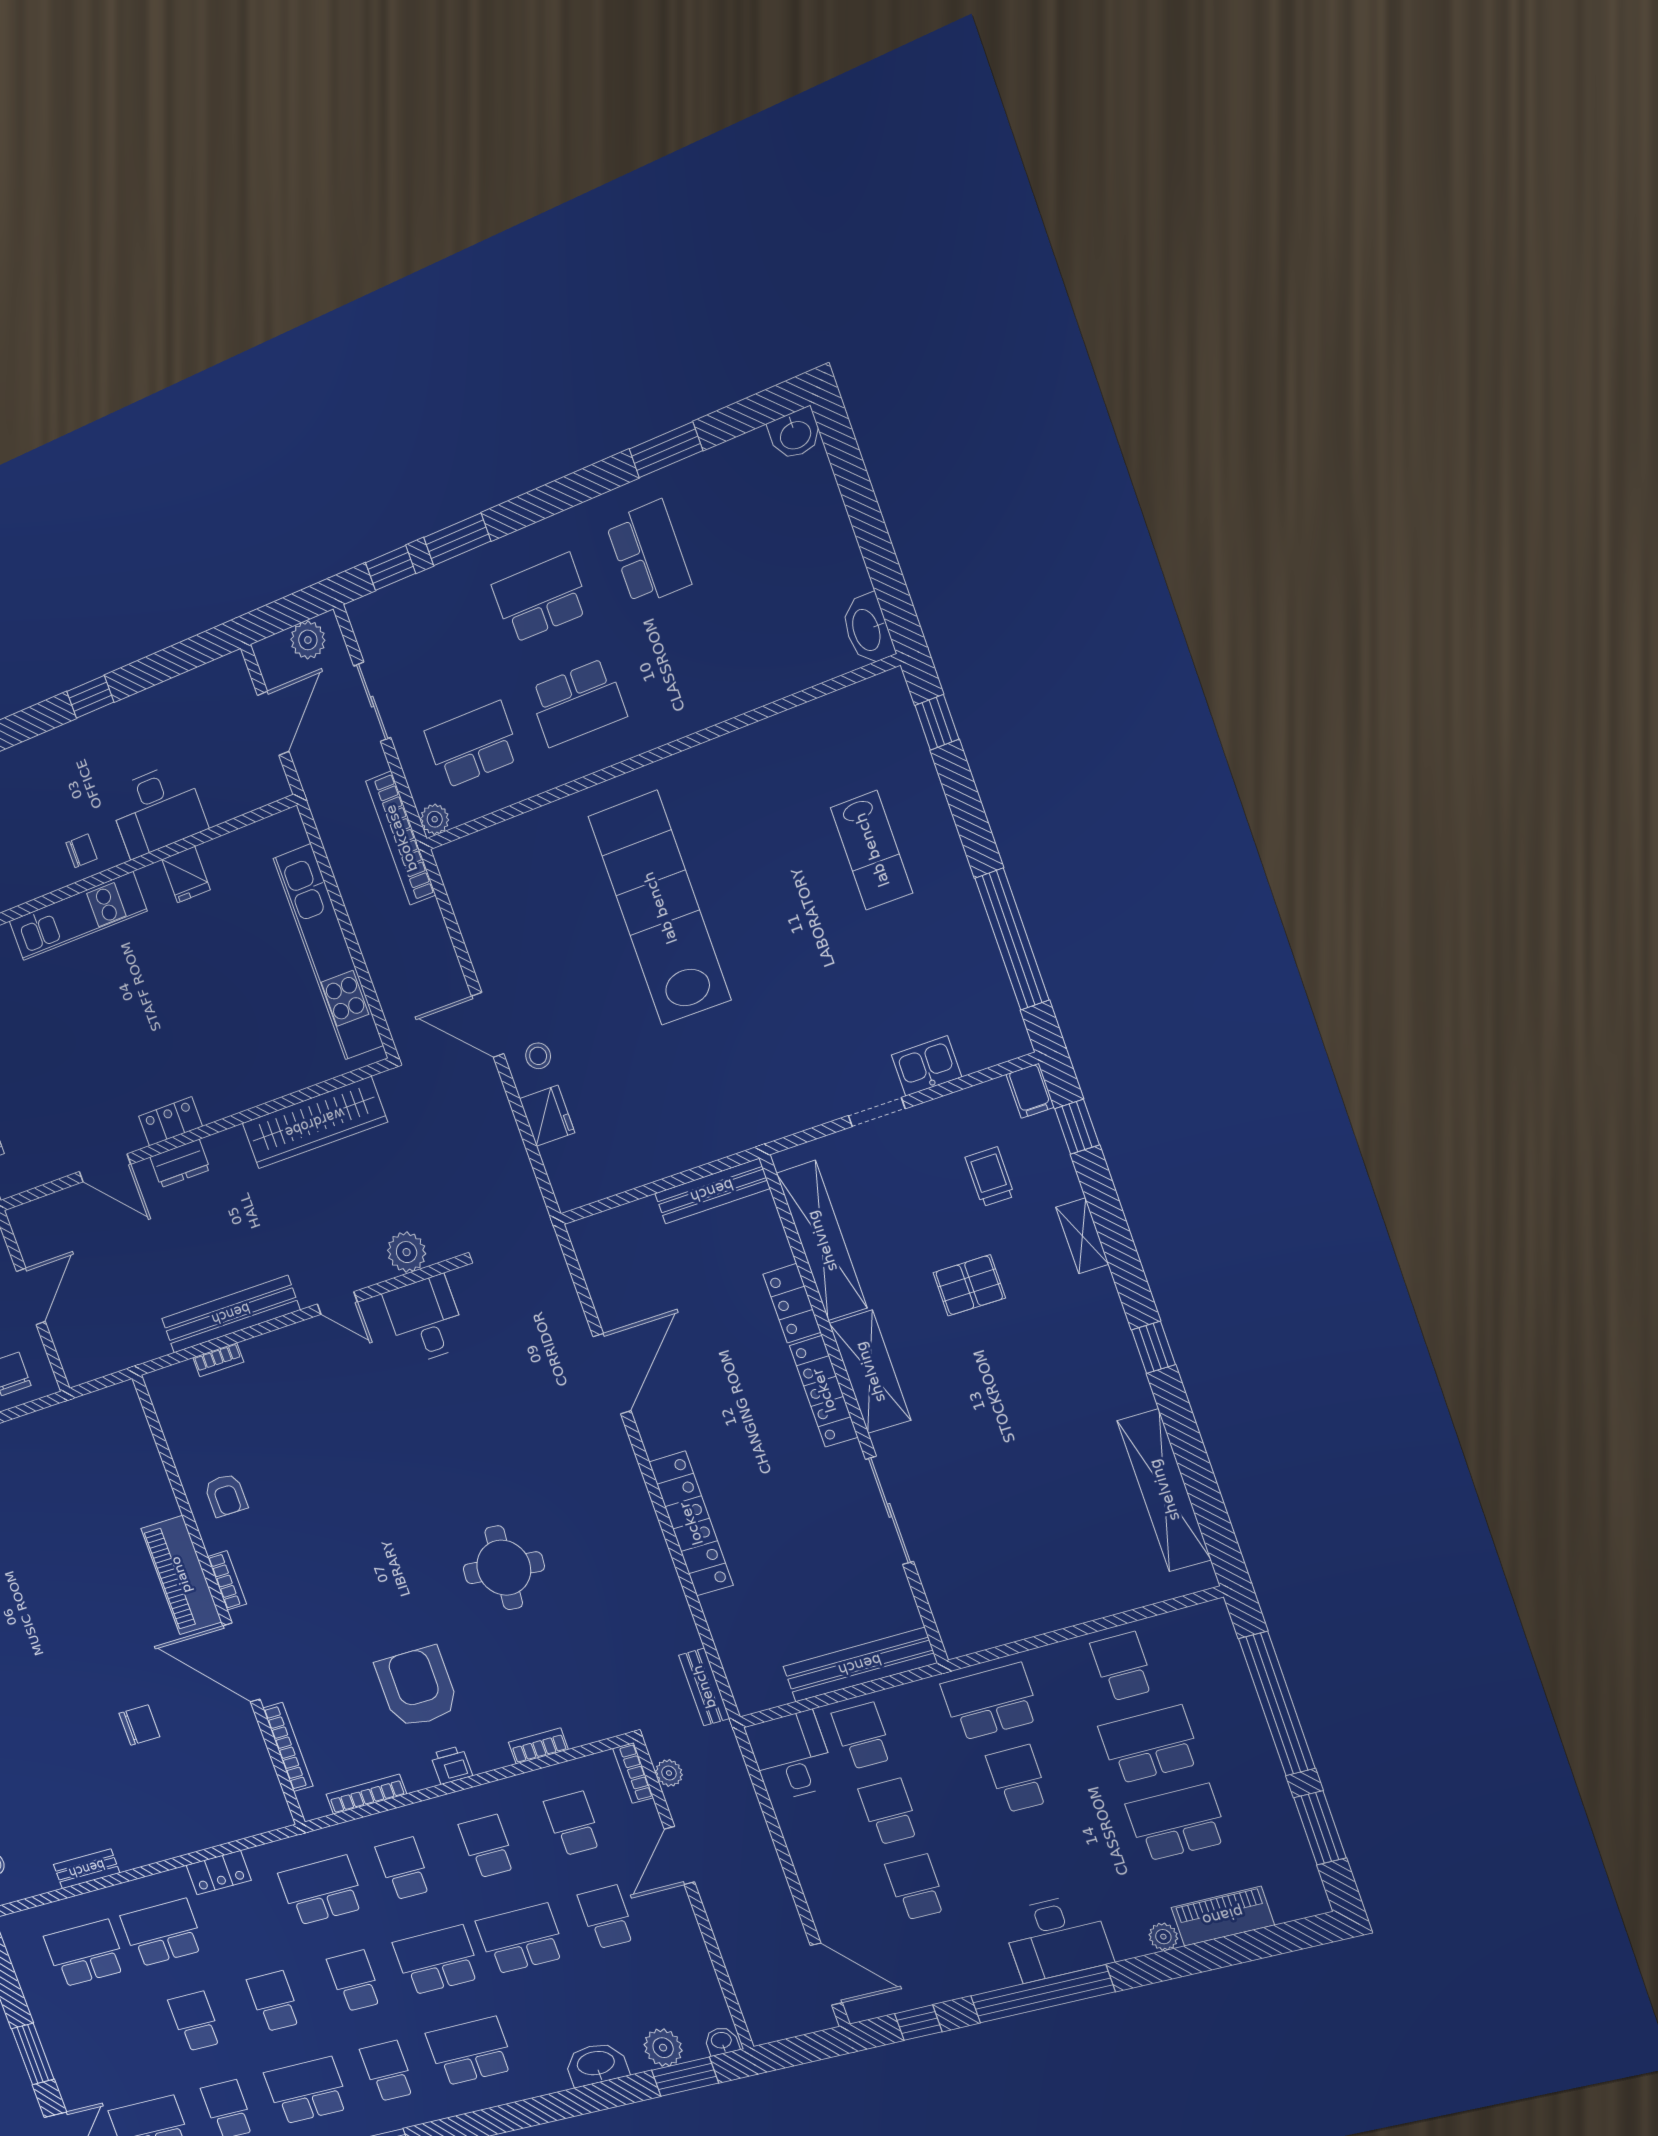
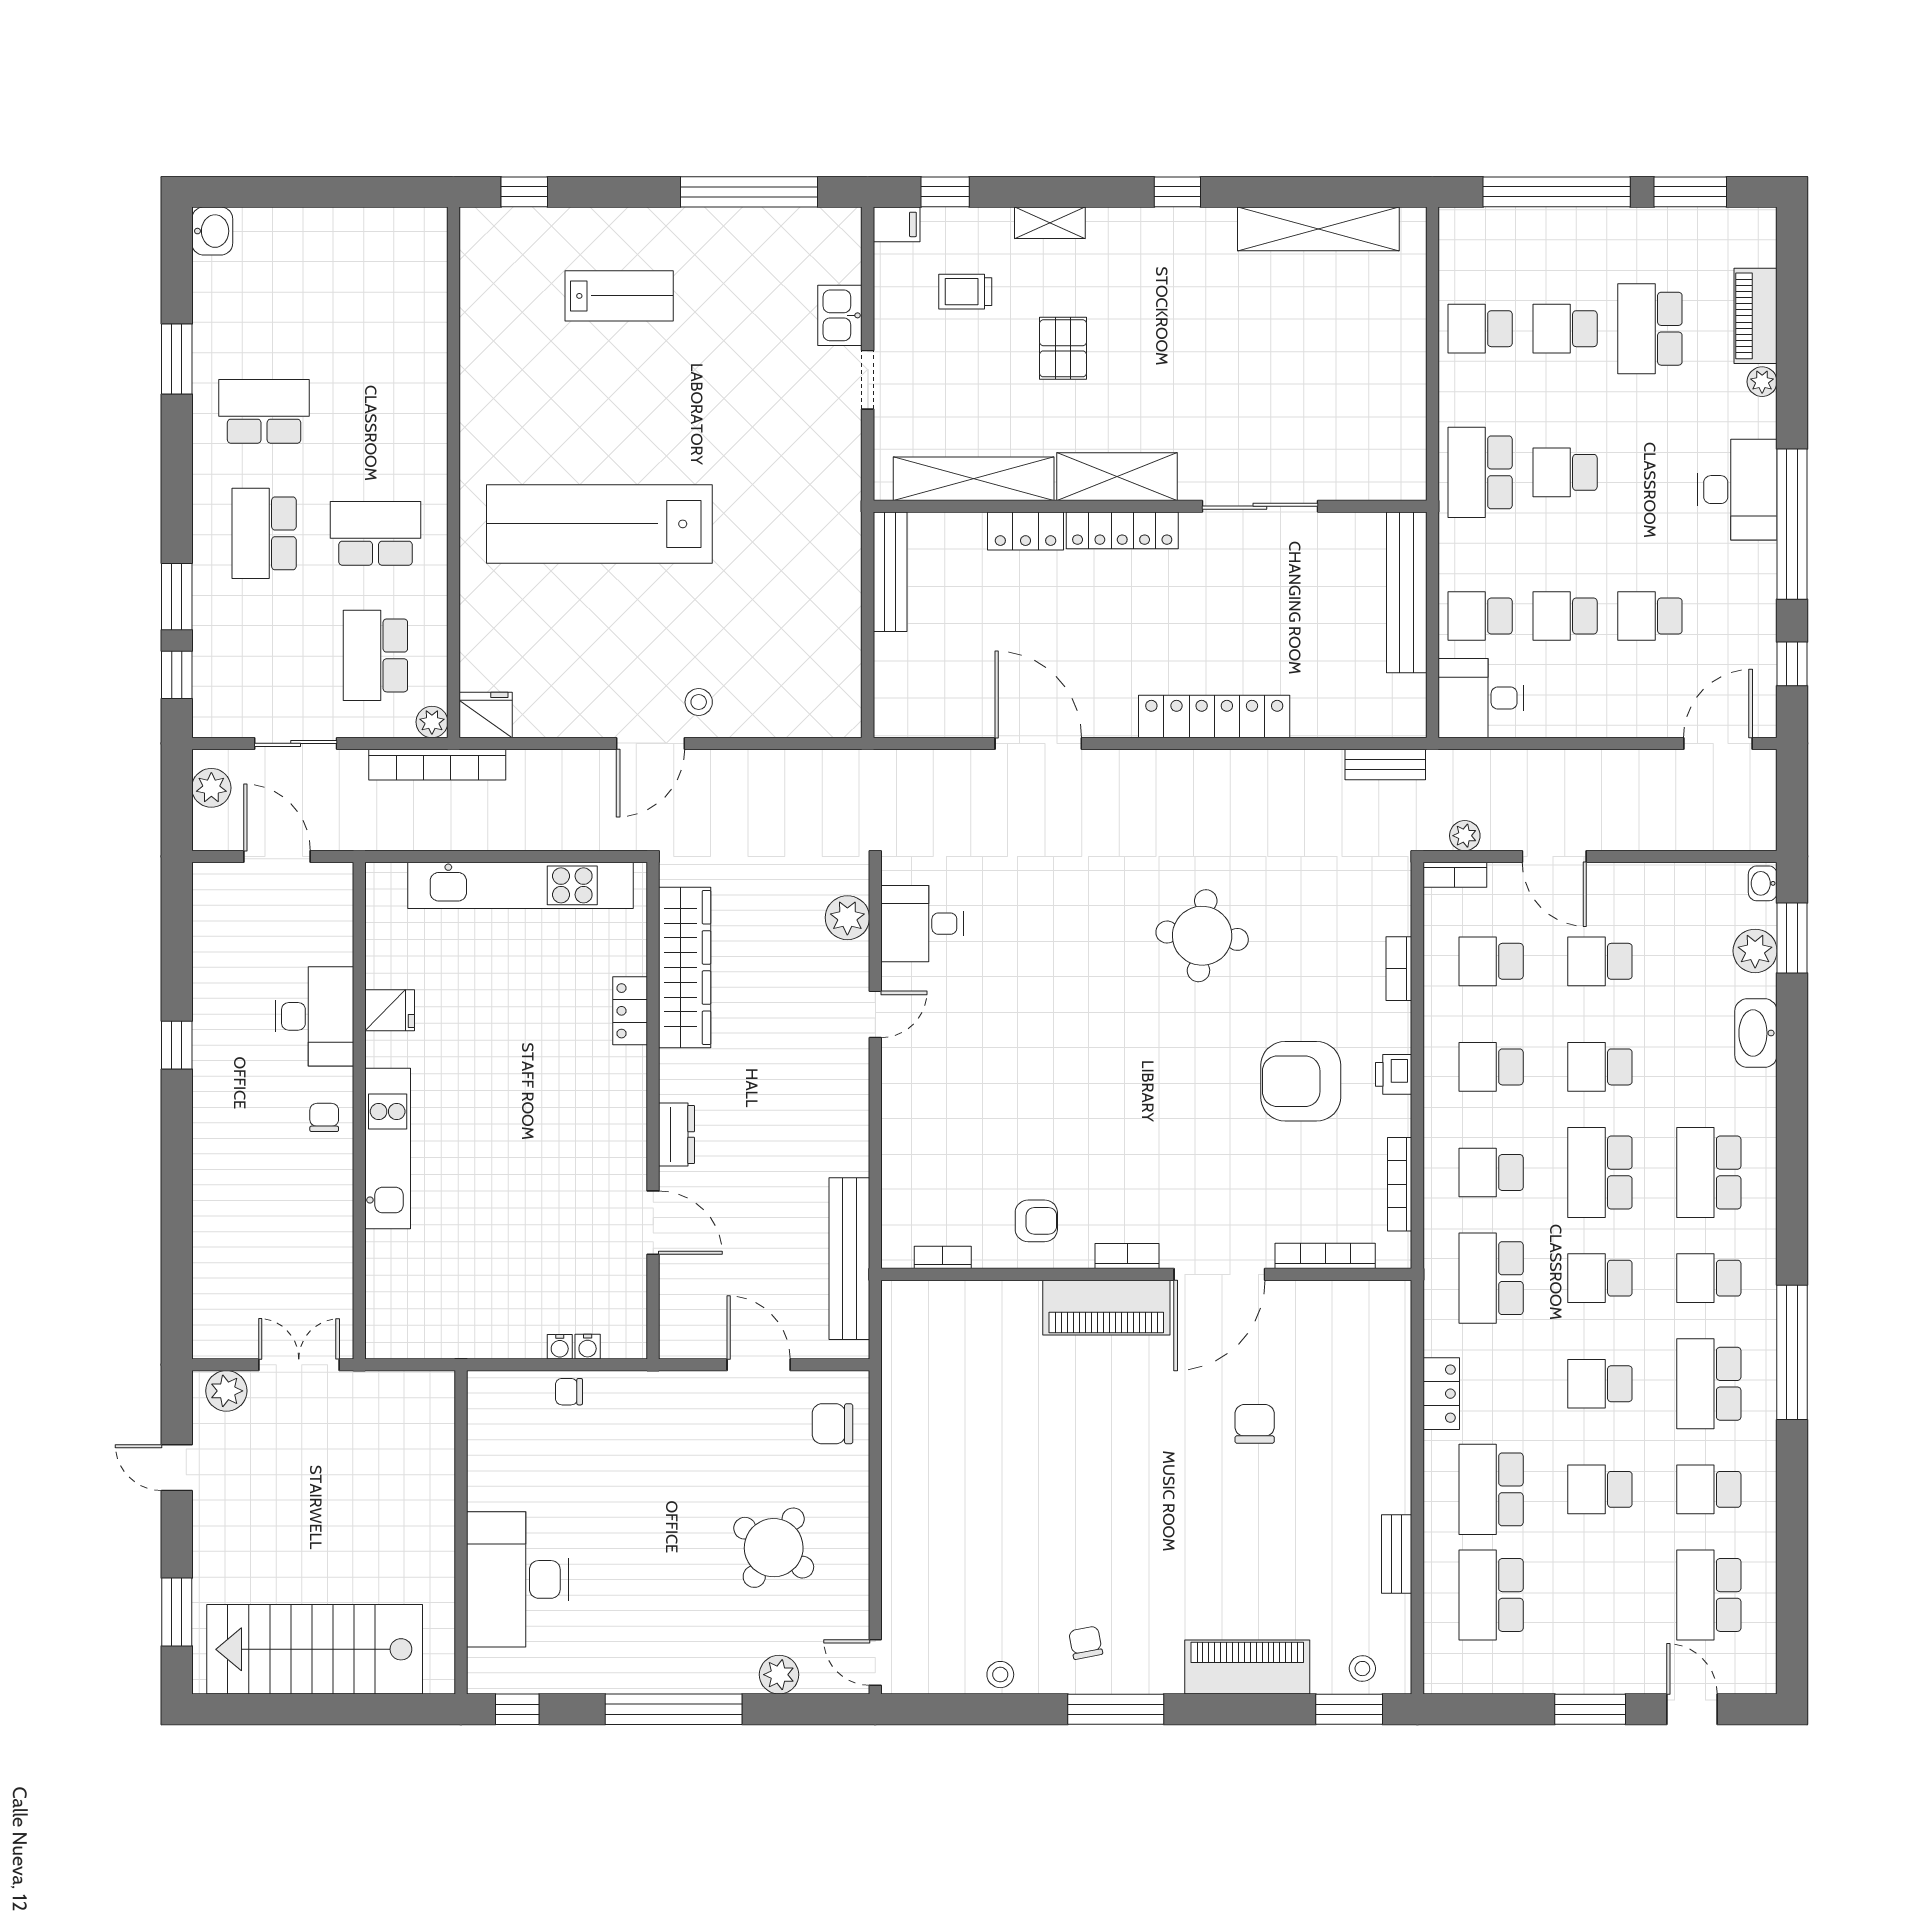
washbasin: (867, 630) -> (415, 227), removed
school desk: (578, 703) -> (375, 533), turned -90
fridge: (547, 1116) -> (486, 715), moved
locker: (170, 1121) -> (630, 1011), moved
door: (105, 1168) -> (653, 1223), hinge flipped
bench: (231, 1314) -> (849, 1259), moved
bookcase: (218, 1360) -> (943, 1257), moved, turned -90
school desk: (1150, 1745) -> (1565, 329), width x0.54
school desk: (521, 1939) -> (1600, 1067), width x0.54

